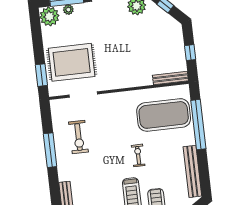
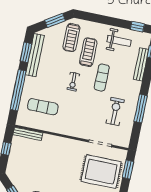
exercise mat: (164, 115) -> (43, 107), width x0.50, depth x0.69
exercise mat: (107, 171) -> (102, 78), added
window: (204, 171) -> (26, 52), added

